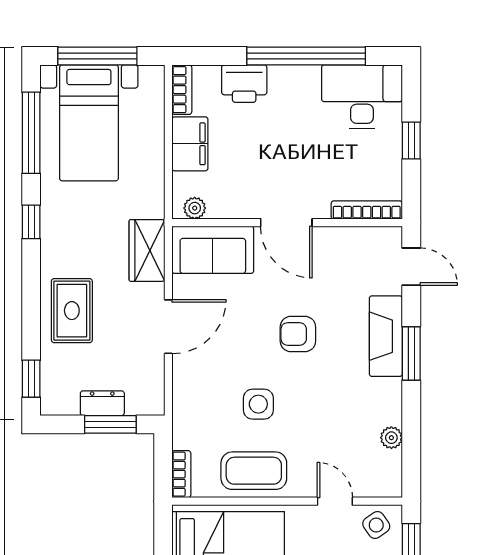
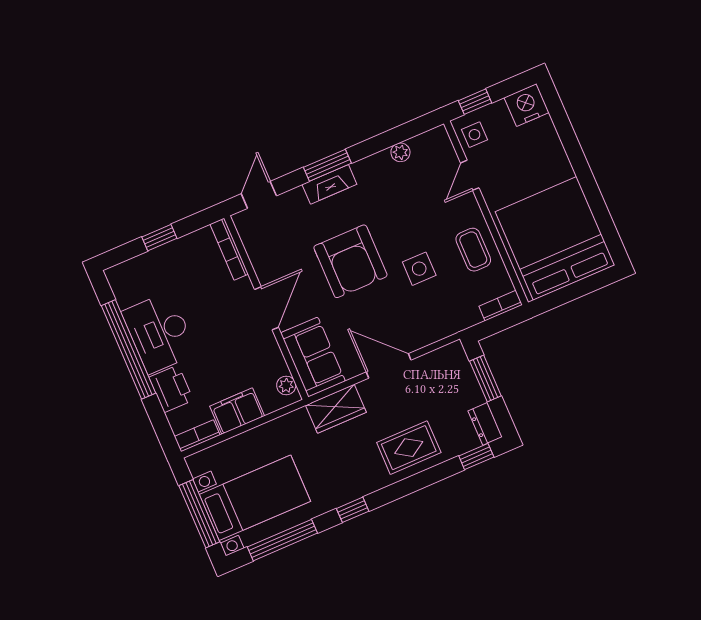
desk: (362, 97) -> (159, 333), moved
armchair: (298, 334) -> (350, 261), width x1.88, depth x1.88
fireplace: (386, 336) -> (329, 184), width x0.73, depth x0.76
dresser: (102, 403) -> (485, 424), moved
coffee table: (254, 471) -> (473, 250), width x0.73, depth x0.77
side table: (376, 525) -> (475, 135), turned 35

